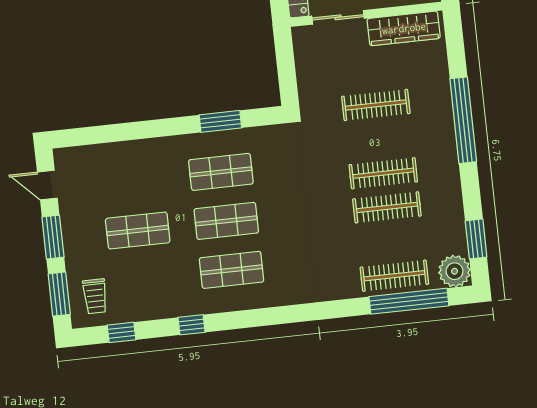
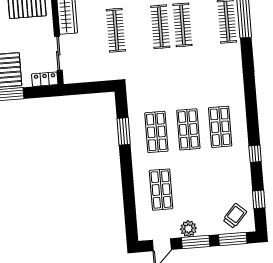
plant: (73, 225) -> (188, 229), added
shop shelf: (138, 231) -> (161, 190), moved
trolley: (95, 296) -> (235, 216), turned -48

